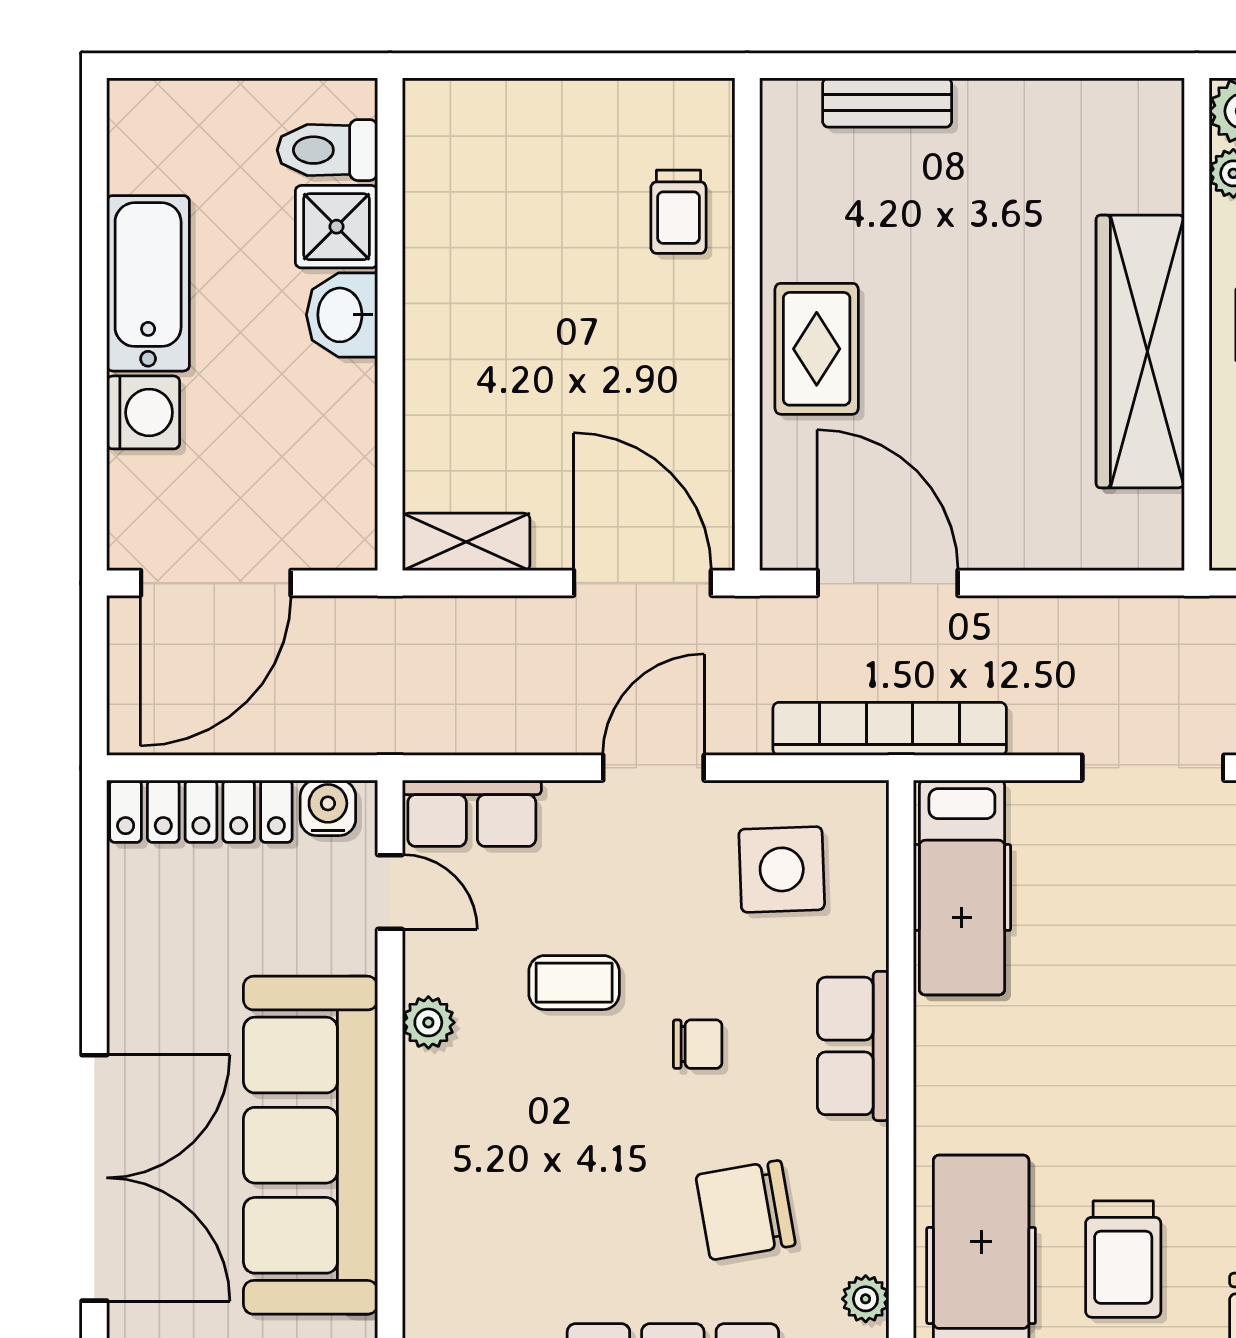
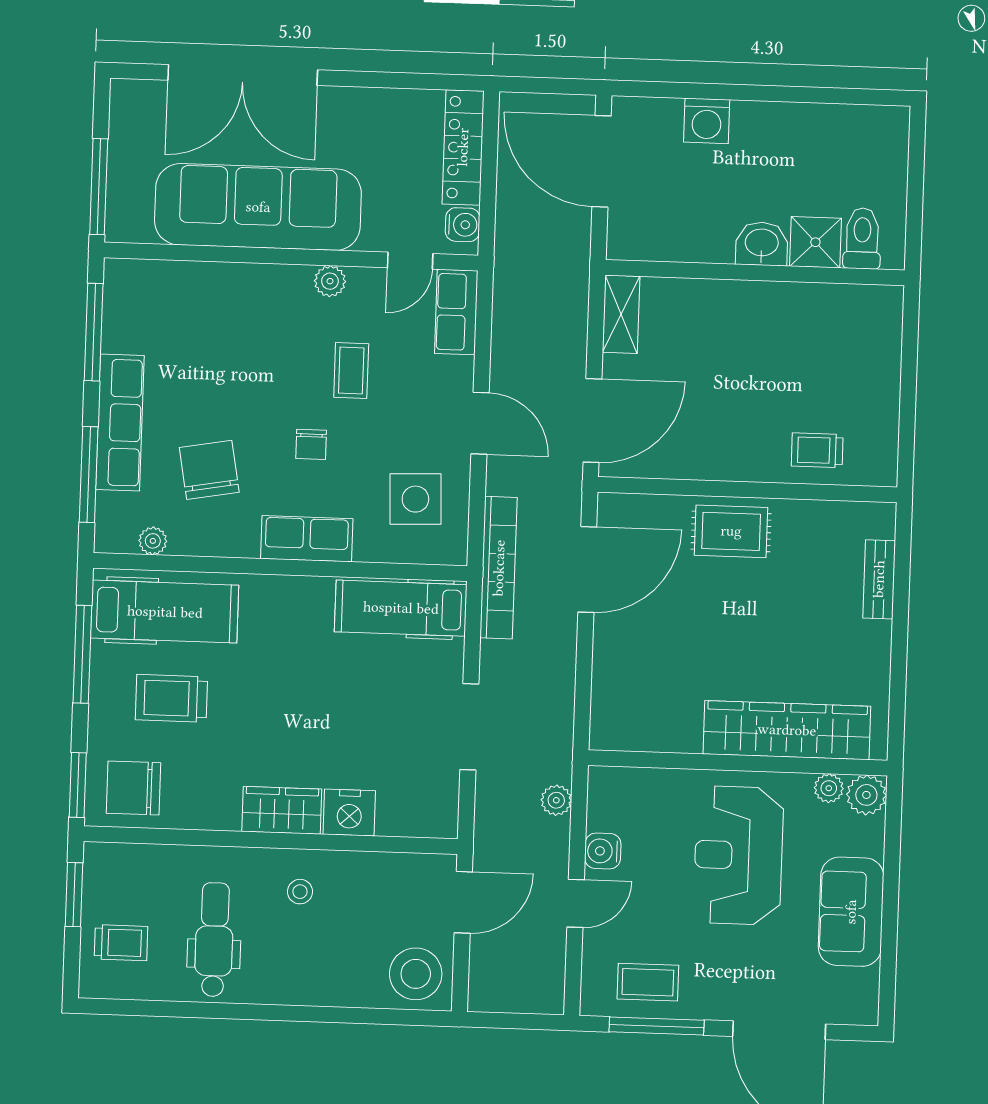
bathtub: (148, 283) -> (785, 127), removed
wardrobe: (1140, 351) -> (787, 730), moved

